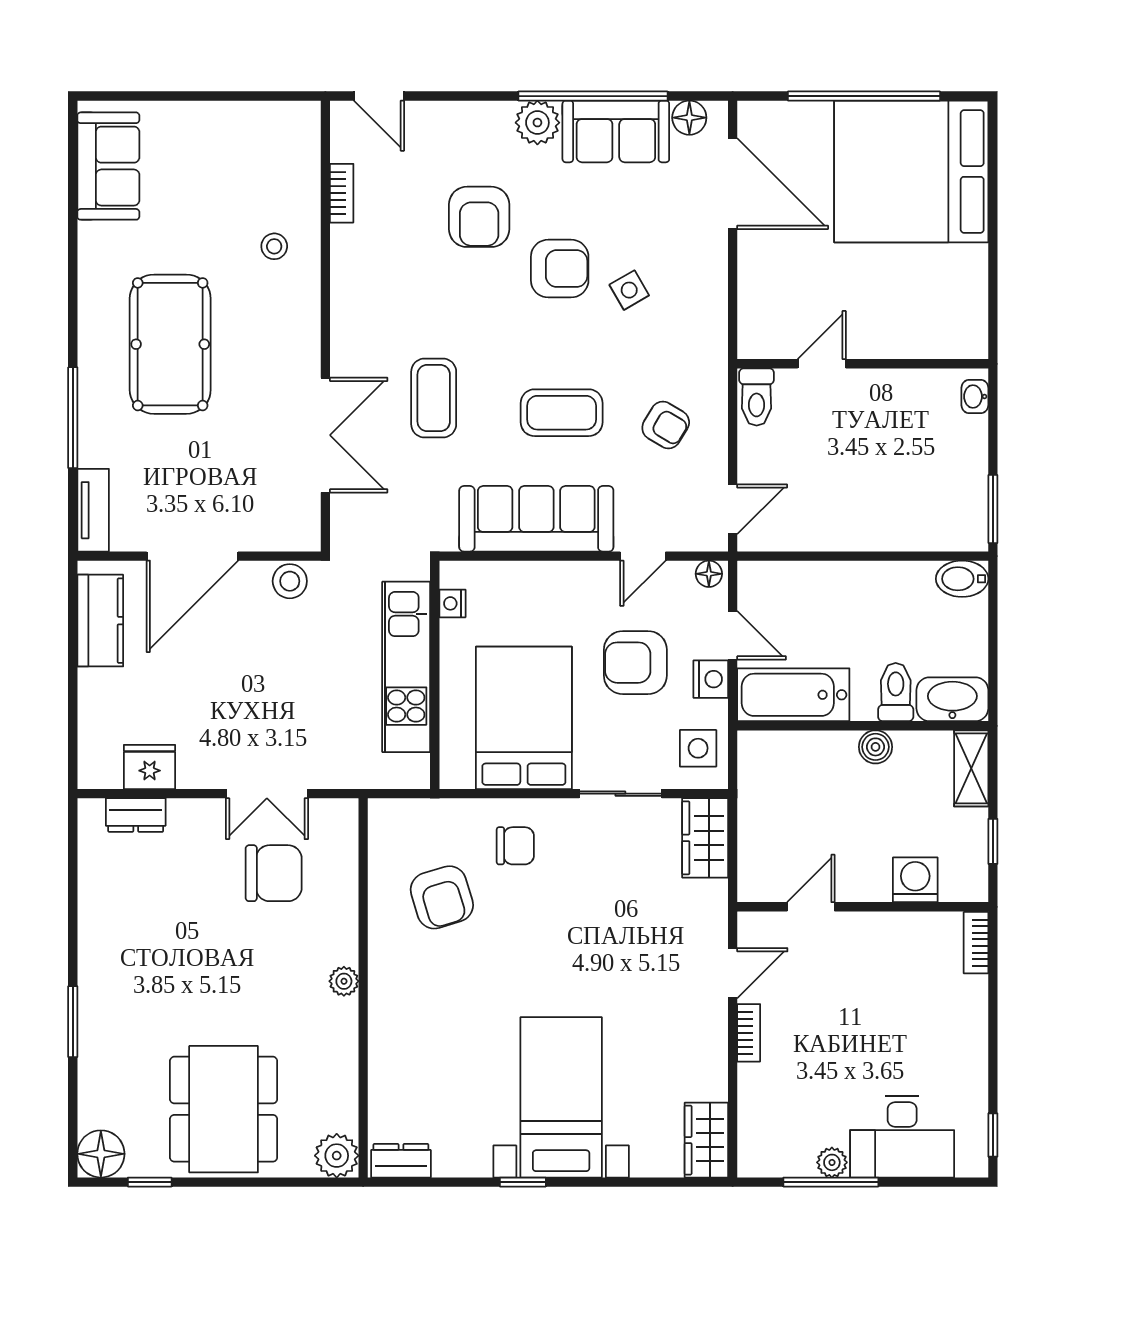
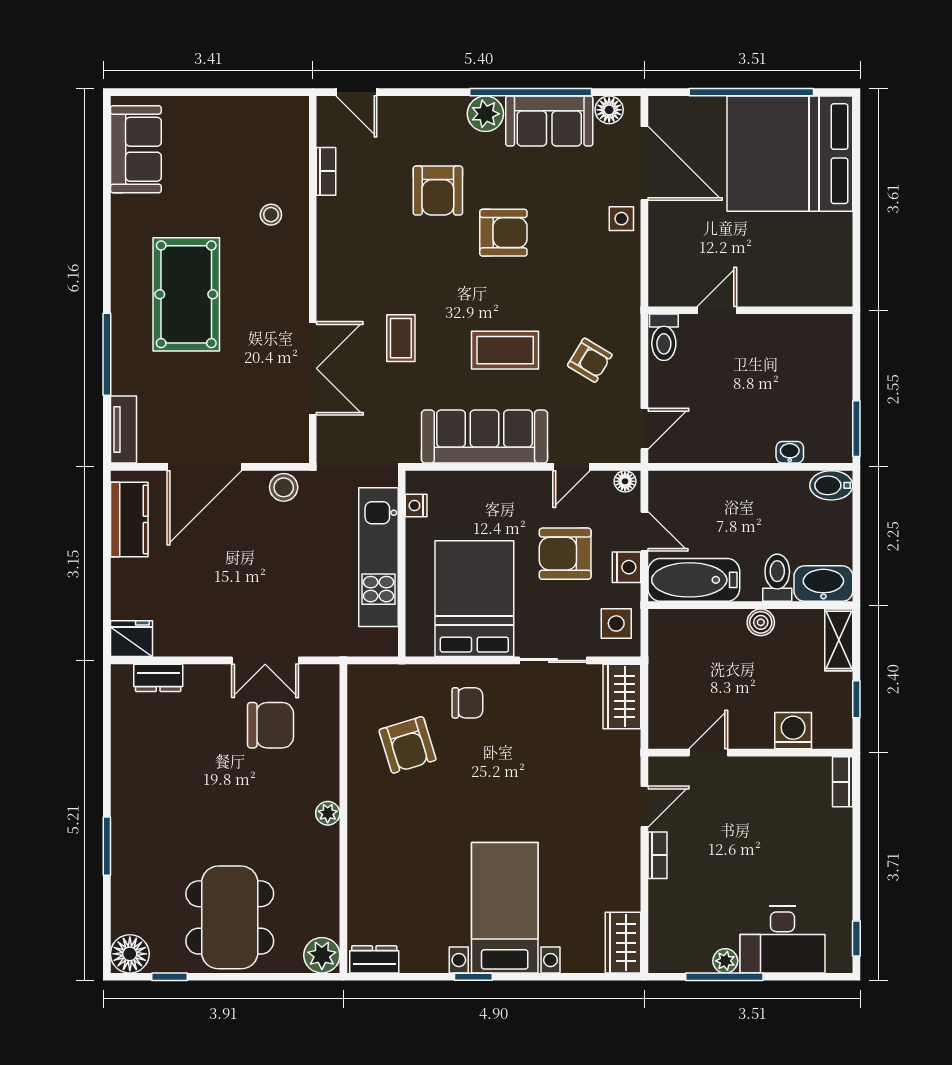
side table: (629, 290) -> (621, 219), moved, turned 30
washbasin: (975, 396) -> (790, 452), moved, turned 90
coffee table: (434, 398) -> (401, 338), width x0.73, depth x0.77
fridge: (150, 767) -> (132, 639), moved

